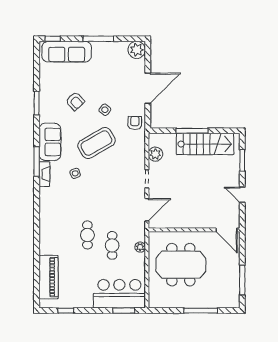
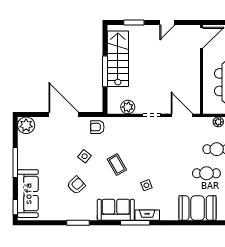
coffee table: (96, 143) -> (117, 164), width x0.54, depth x0.58
booth: (52, 226) -> (198, 208), added

